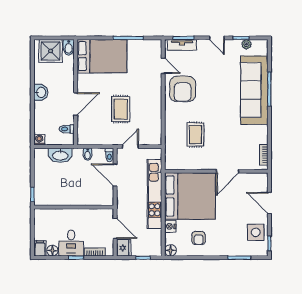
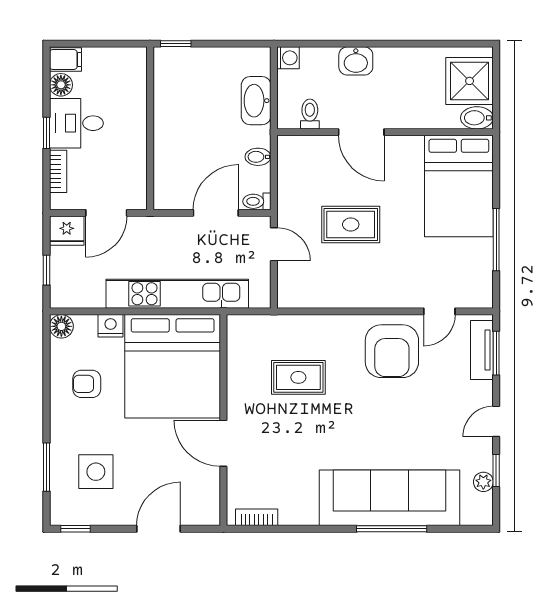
armchair: (183, 89) -> (392, 351), turned -90
washbasin: (41, 92) -> (356, 61), moved
side table: (256, 232) -> (96, 472), moved

